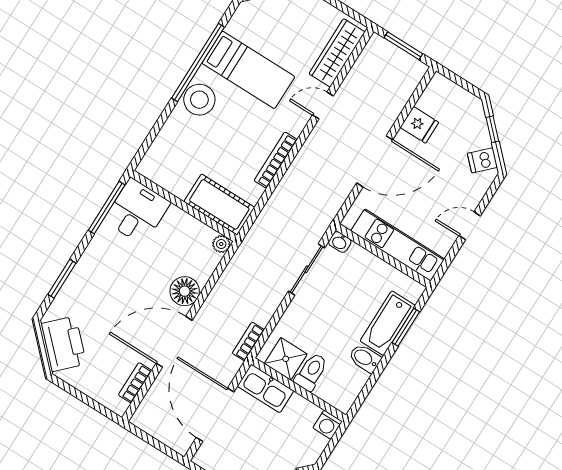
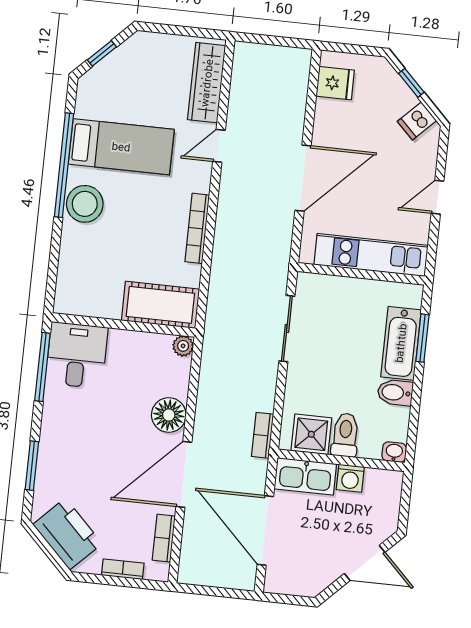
window: (403, 46) -> (273, 40), removed
fridge: (419, 125) -> (335, 83), moved
washbasin: (340, 242) -> (394, 452), moved, turned 180
bookcase: (92, 391) -> (123, 569), added
washing machine: (328, 425) -> (350, 478), moved

